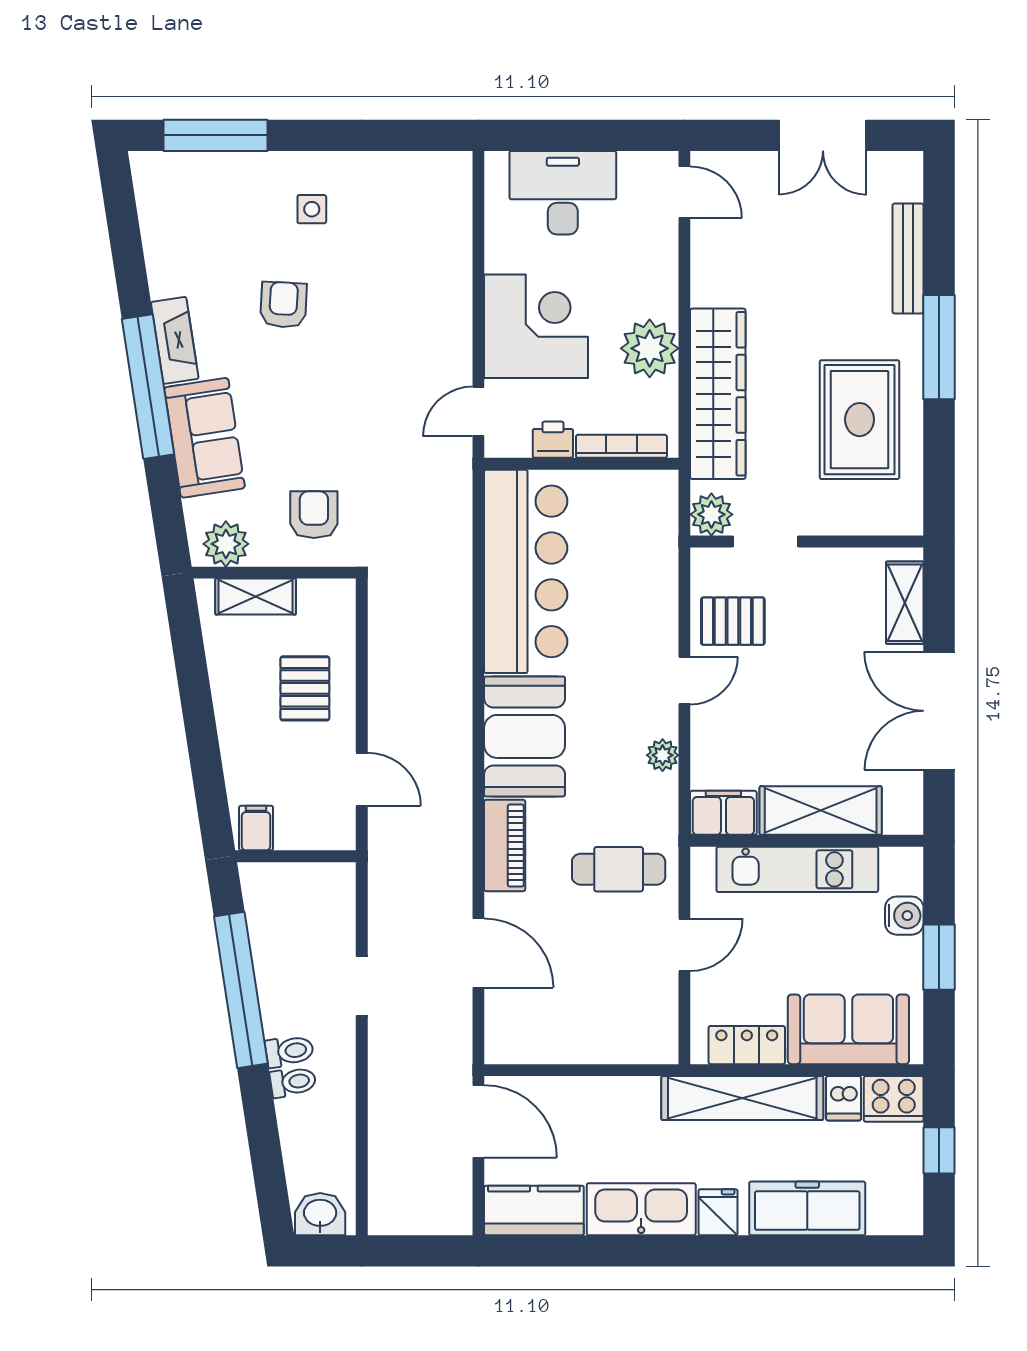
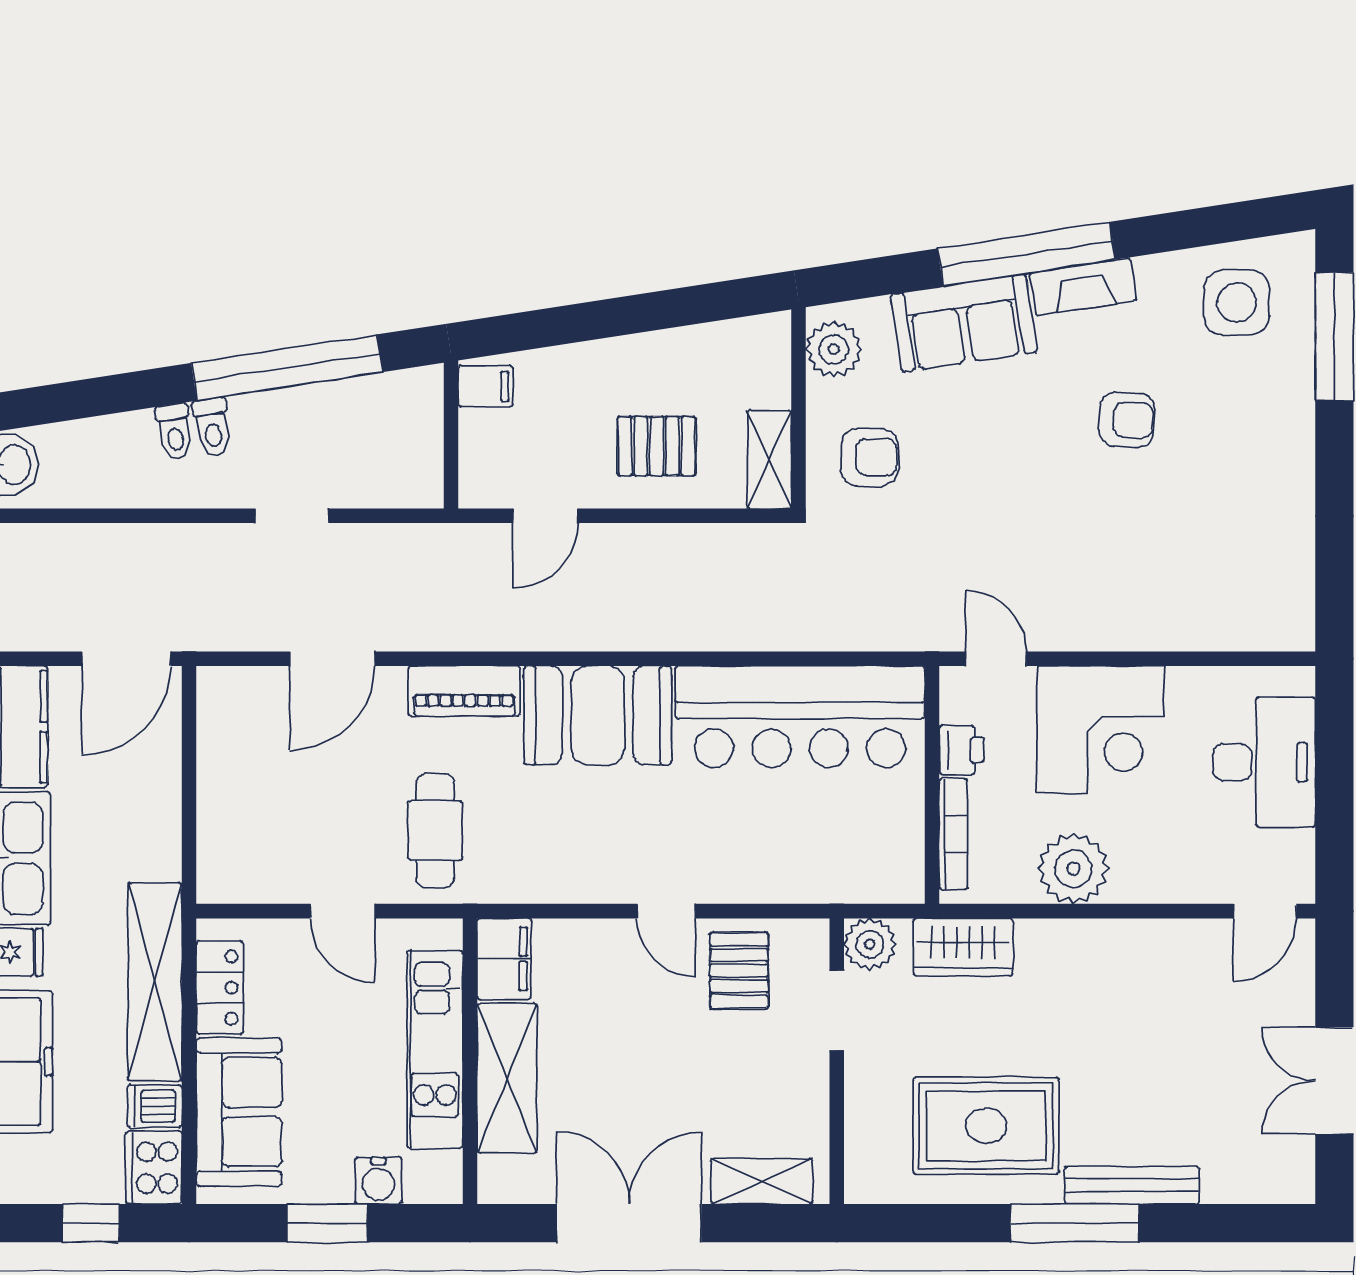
side table: (312, 209) -> (1237, 303), moved, width x1.87, depth x1.87
bench: (908, 258) -> (1132, 1185), moved
wardrobe: (718, 394) -> (963, 947), width x0.48, depth x0.85
shelving: (256, 597) -> (769, 459), moved
plant: (663, 755) -> (575, 884), removed

